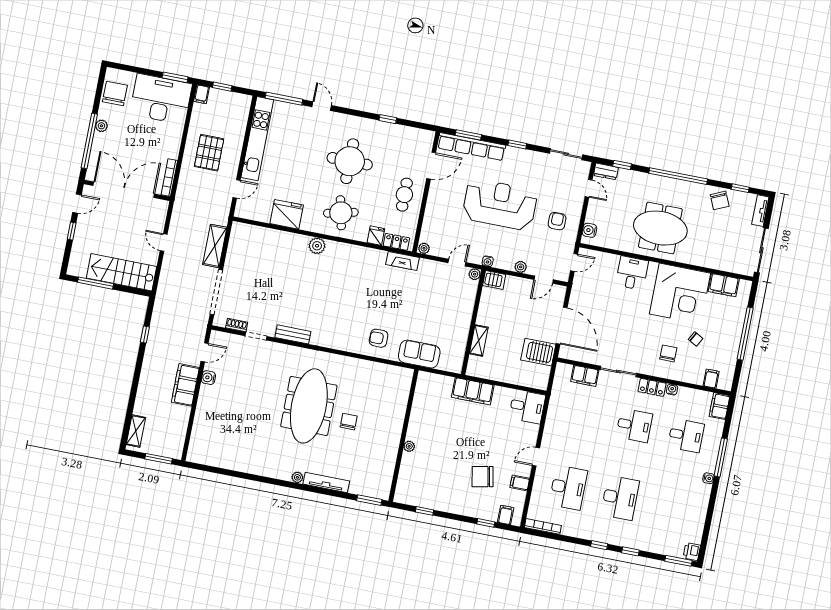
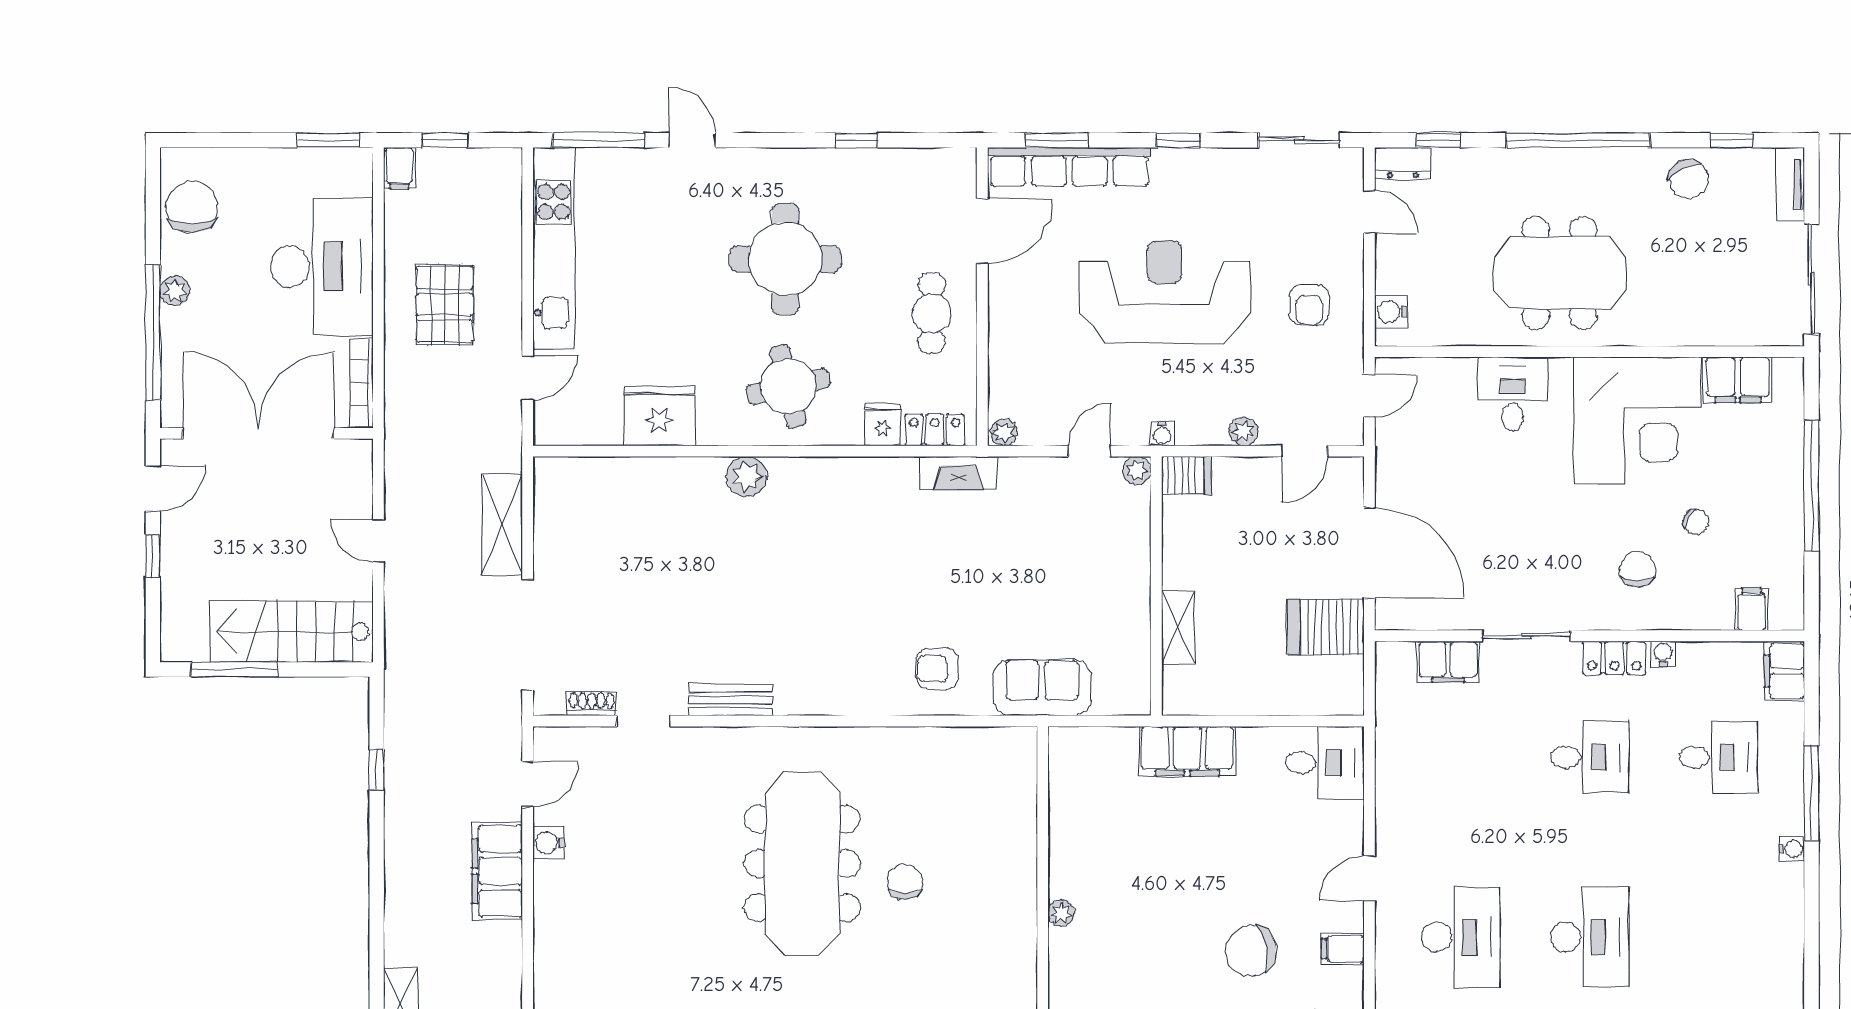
desk: (161, 99) -> (322, 266), moved, turned 90
armchair: (557, 221) -> (1309, 305), turned 180

